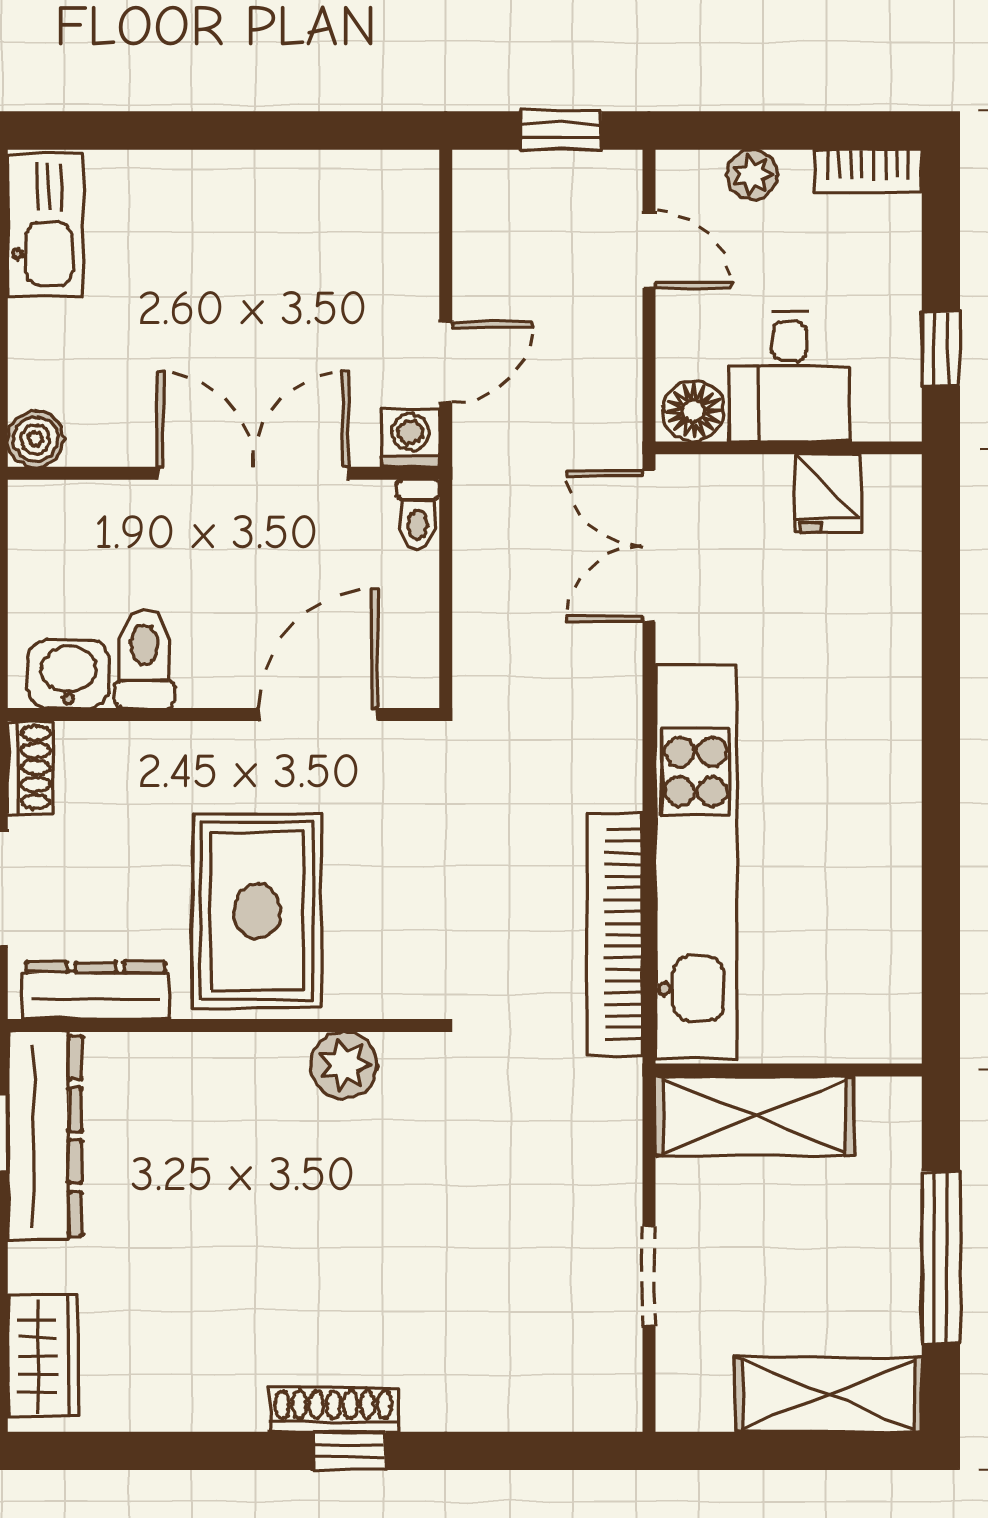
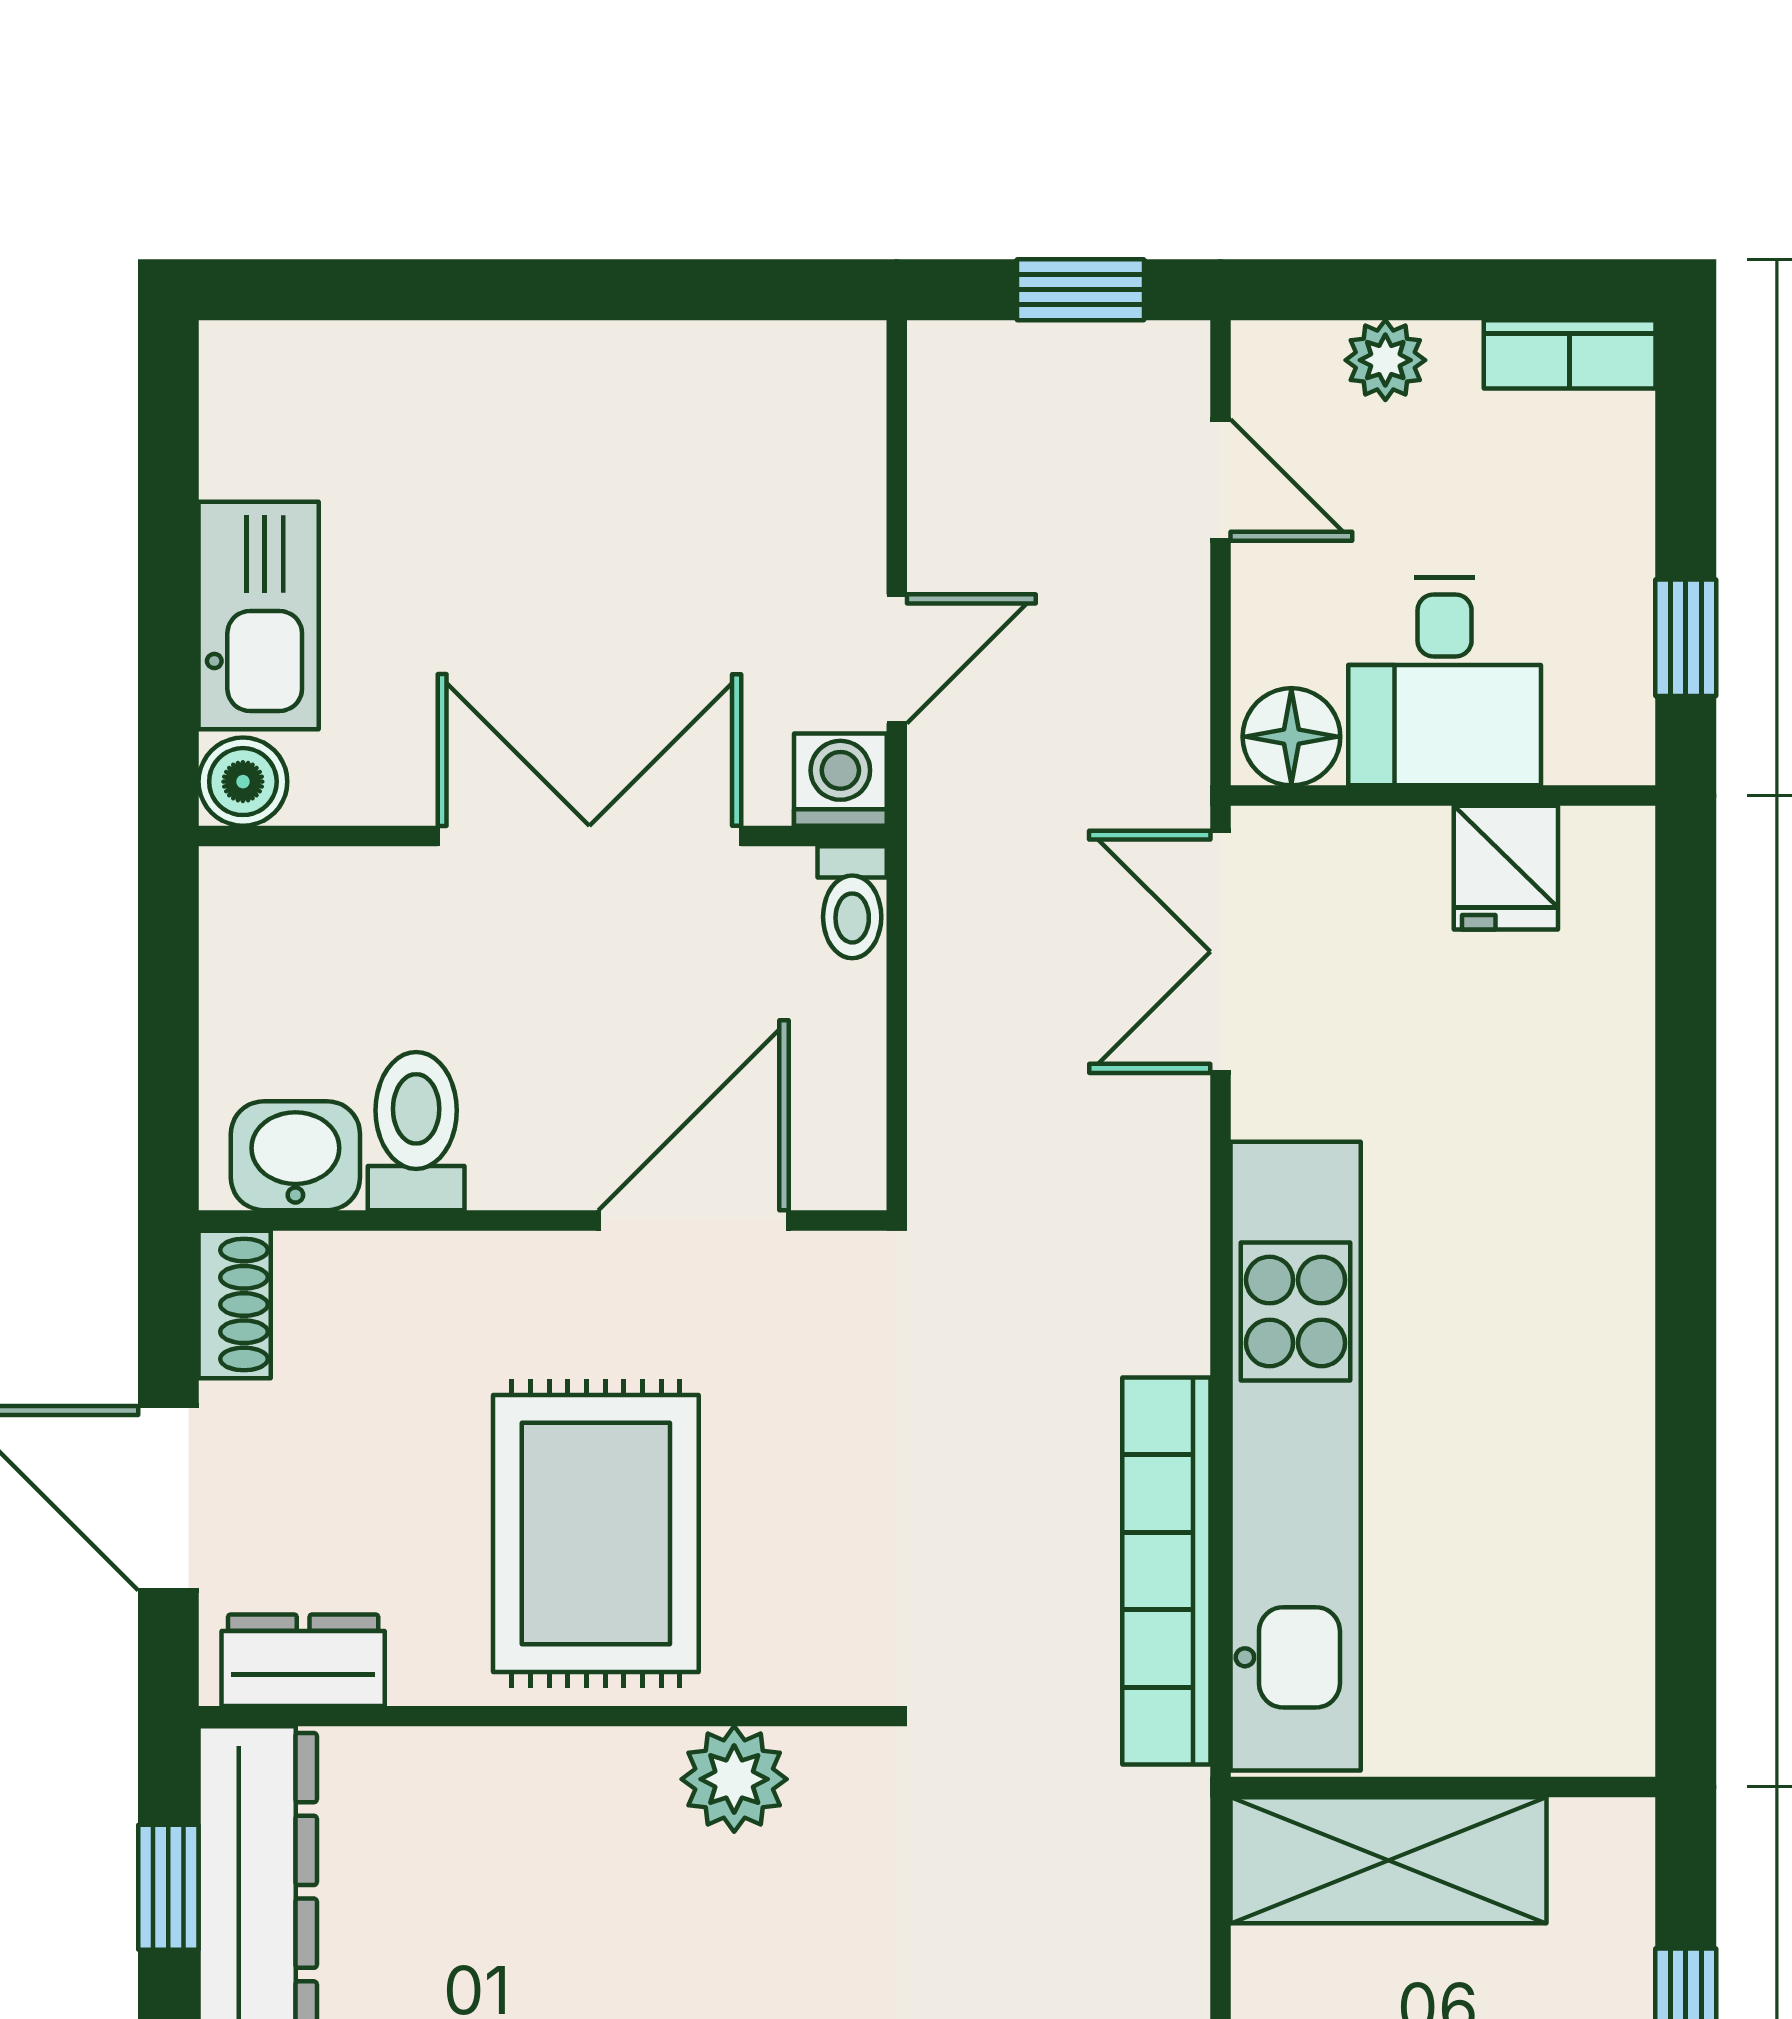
kitchen sink: (45, 225) -> (259, 615), moved
dresser: (96, 990) -> (303, 1660), width x0.70

